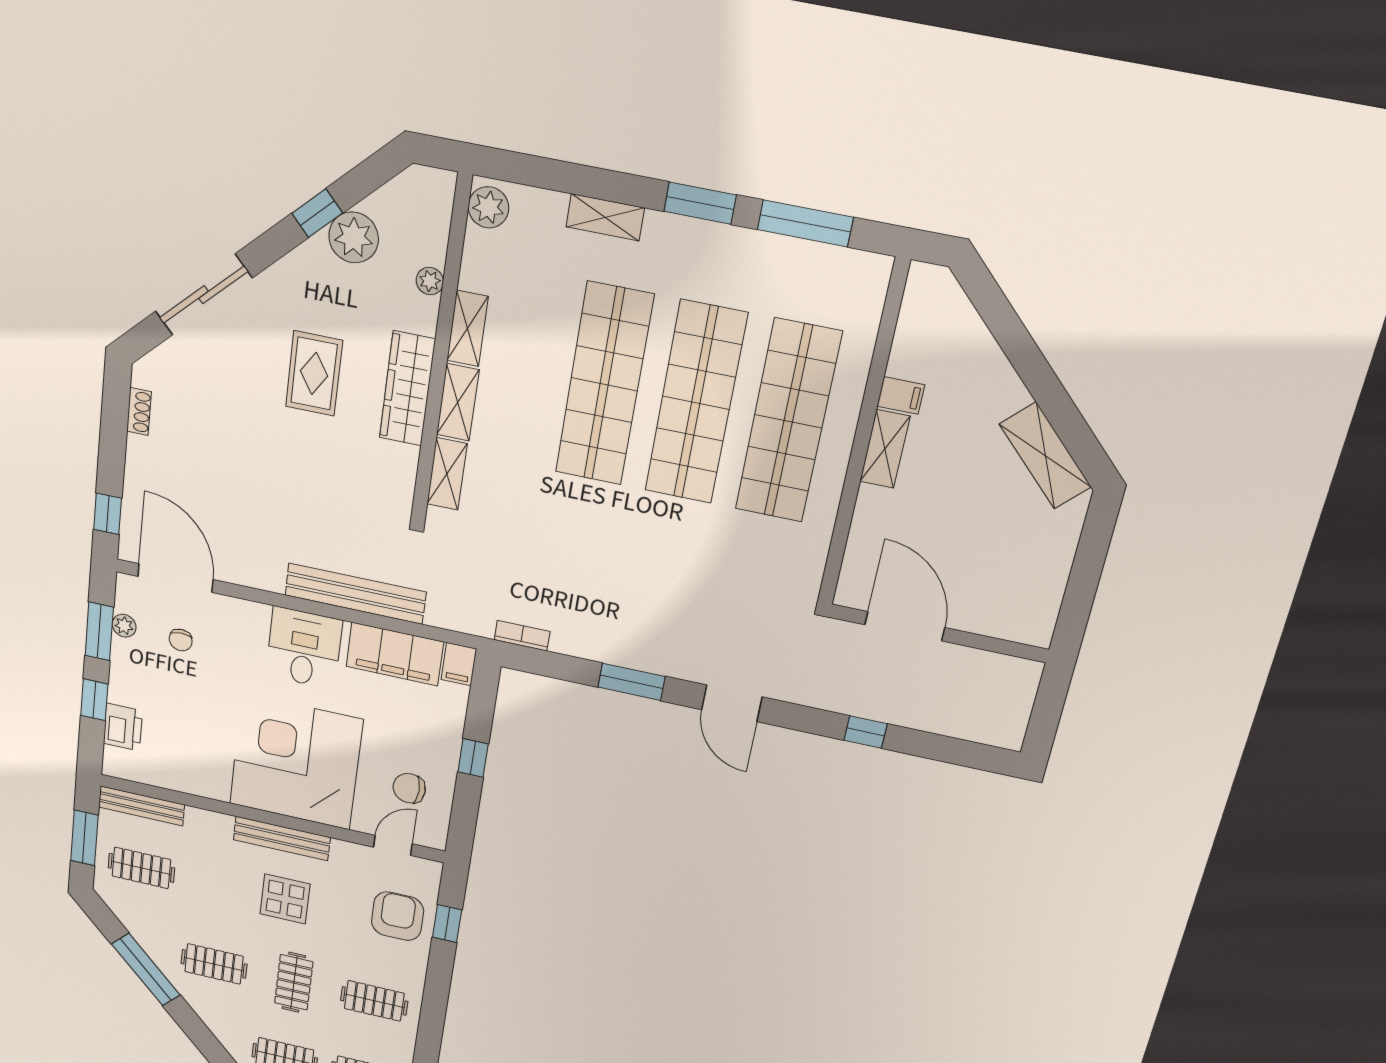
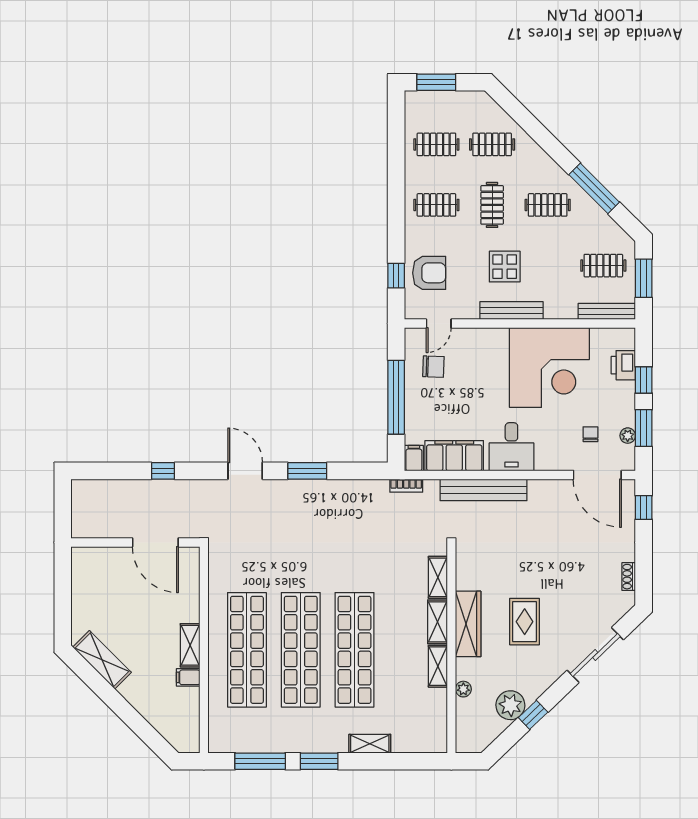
plant: (488, 207) -> (436, 737), removed
bookcase: (522, 636) -> (406, 486), moved
window: (473, 758) -> (396, 397), width x3.17
corner desk: (296, 762) -> (549, 368), moved
armchair: (398, 916) -> (429, 273), turned -90

